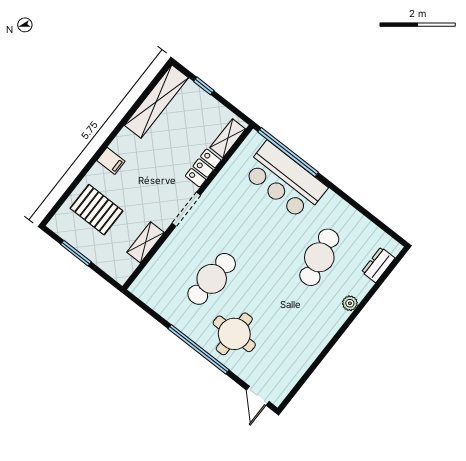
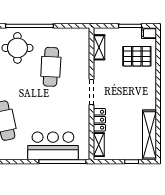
filing cabinet: (111, 161) -> (149, 33), moved
shelving: (145, 242) -> (99, 47), moved

